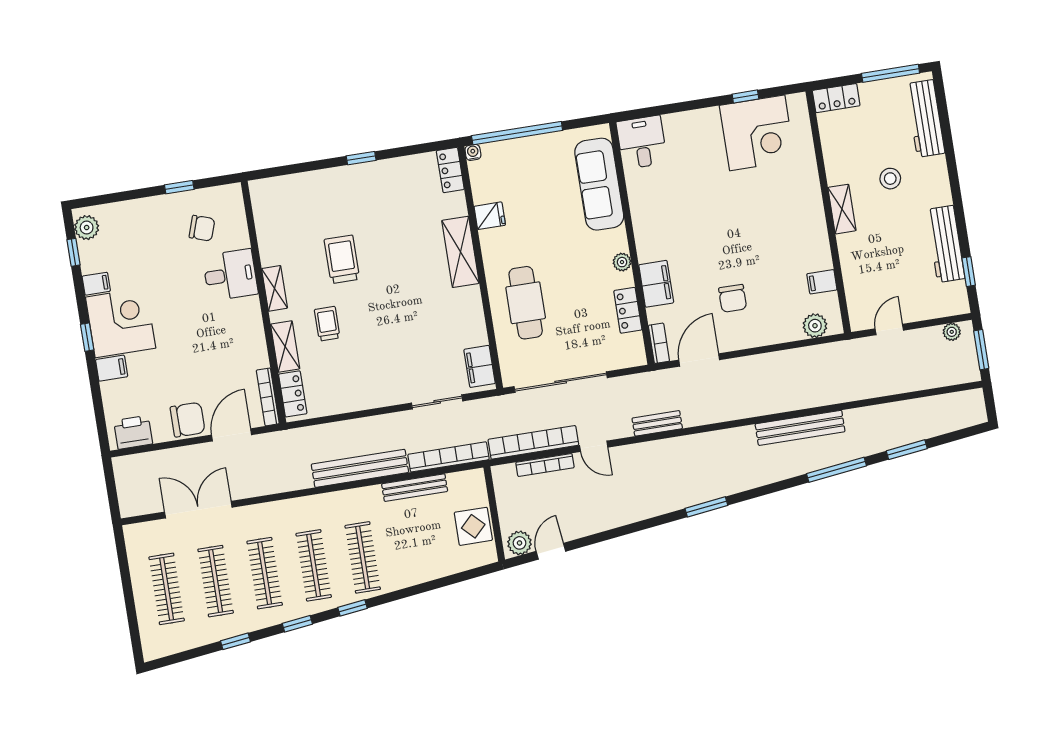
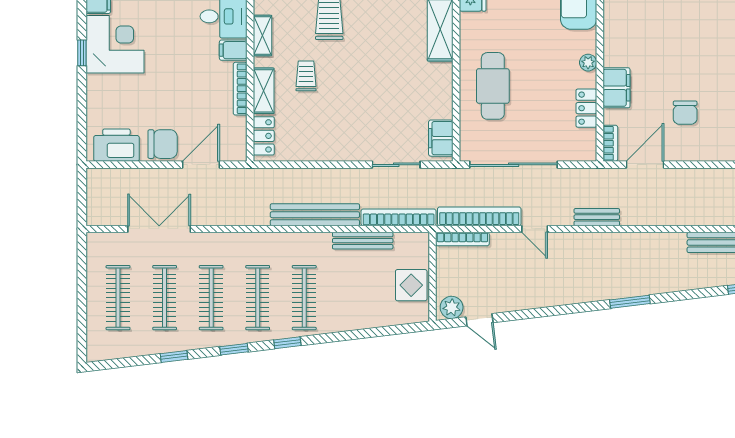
filing cabinet: (112, 368) -> (233, 50), moved, turned 180
bookcase: (268, 397) -> (240, 89), moved
printer: (133, 432) -> (116, 145), width x1.37, depth x1.19
bookcase: (545, 465) -> (462, 239), moved
door: (551, 551) -> (479, 320), swing flipped

